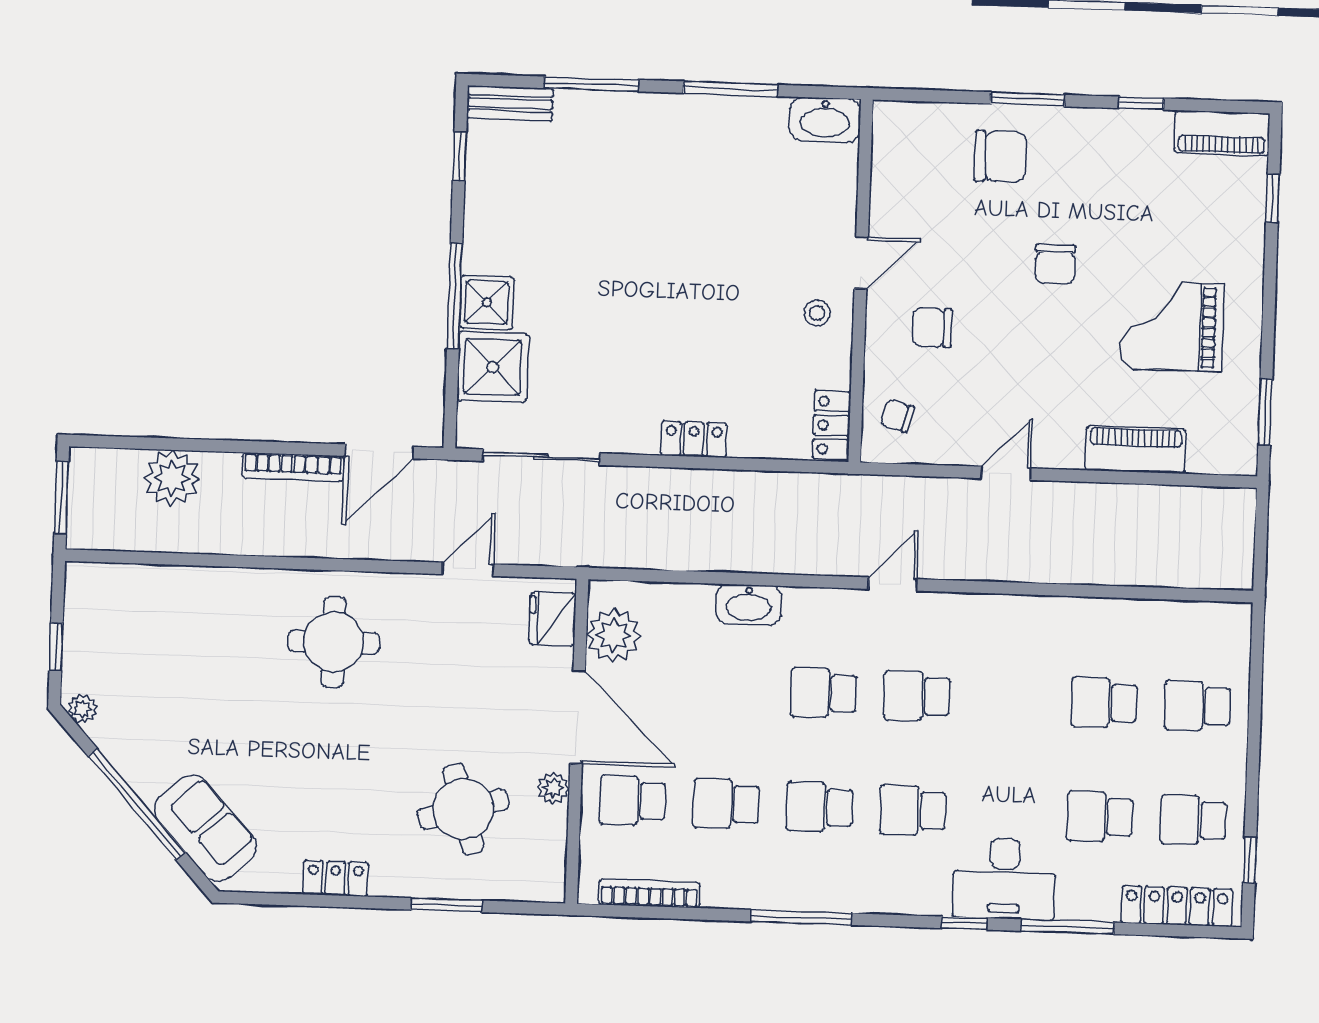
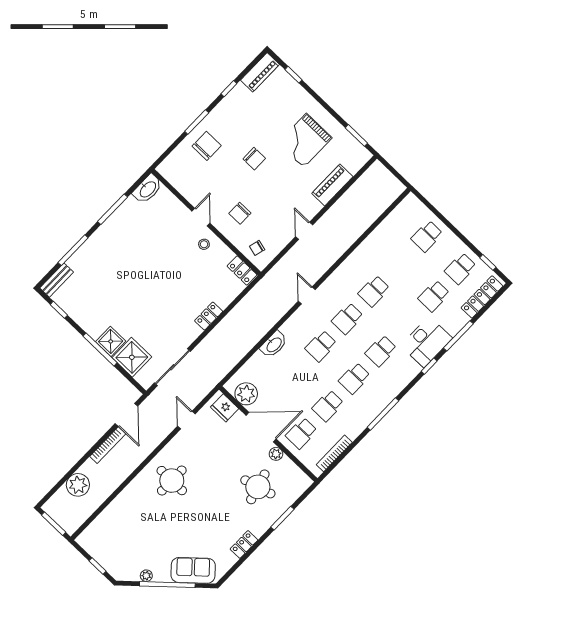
school desk: (1104, 703) -> (374, 291), moved
plant: (82, 709) -> (146, 576), moved

